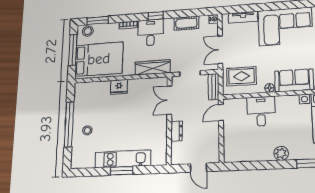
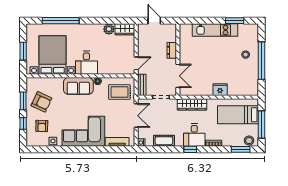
bed: (99, 59) -> (238, 115), width x0.67
desk: (261, 111) -> (86, 63), moved
plant: (281, 153) -> (109, 29), moved
wardrobe: (236, 155) -> (125, 29), added
window: (122, 171) -> (235, 21), moved

